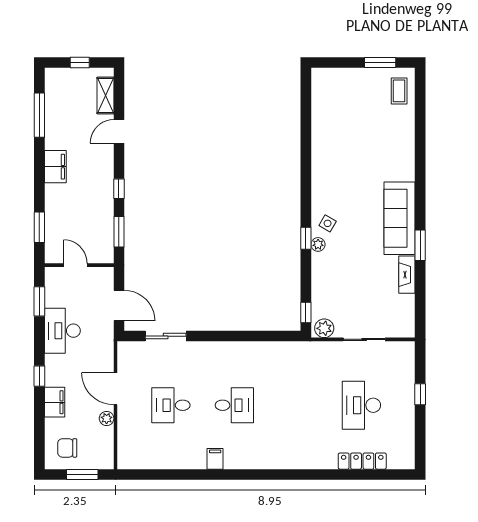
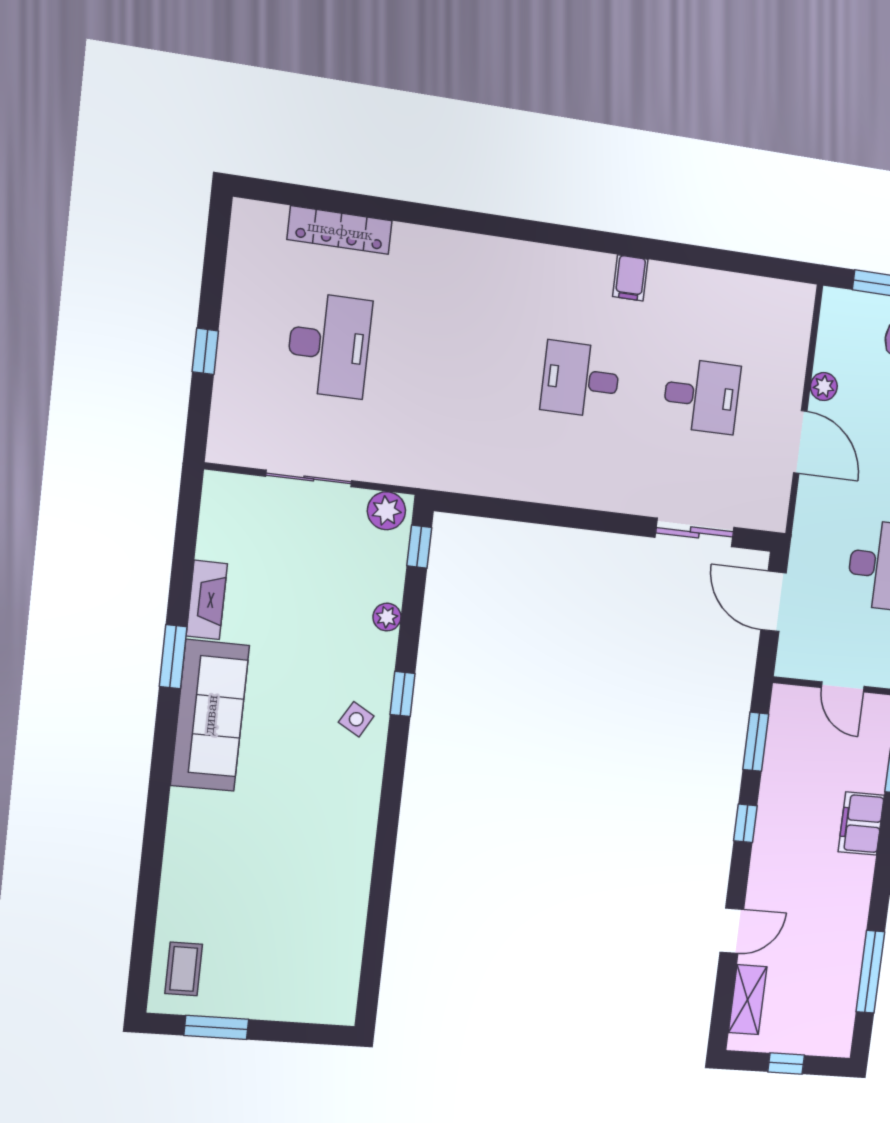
filing cabinet: (55, 167) -> (861, 823), moved
plant: (318, 244) -> (387, 617), moved

